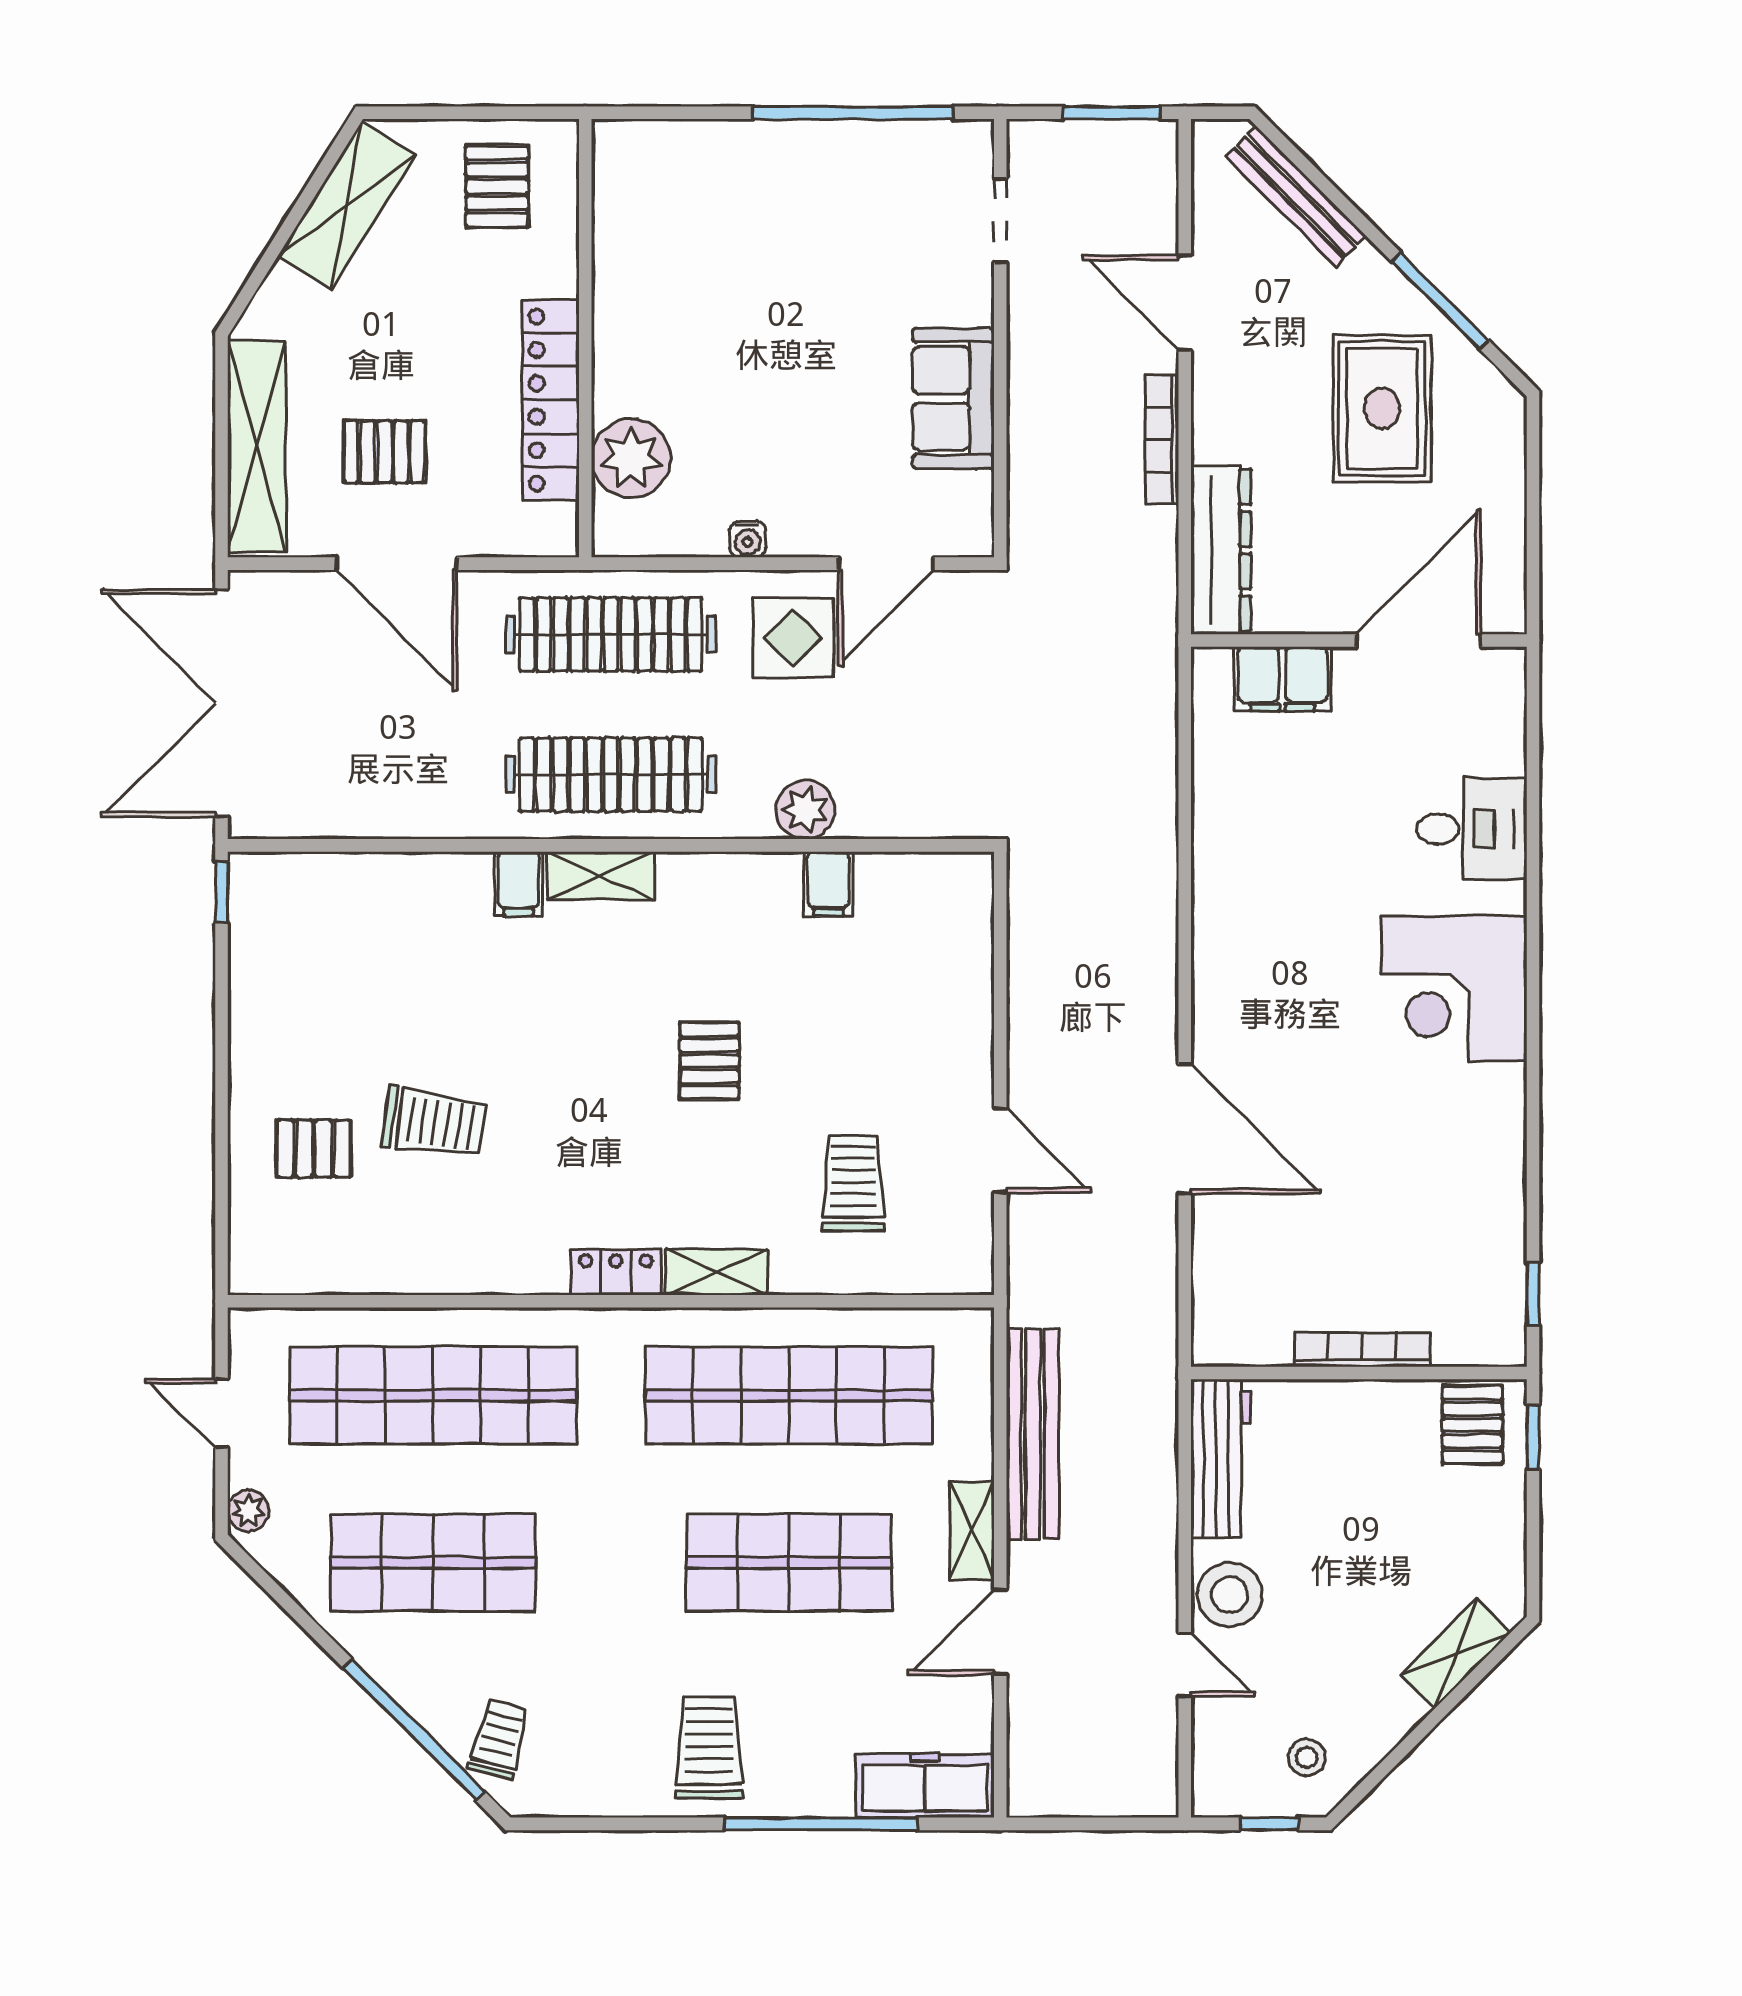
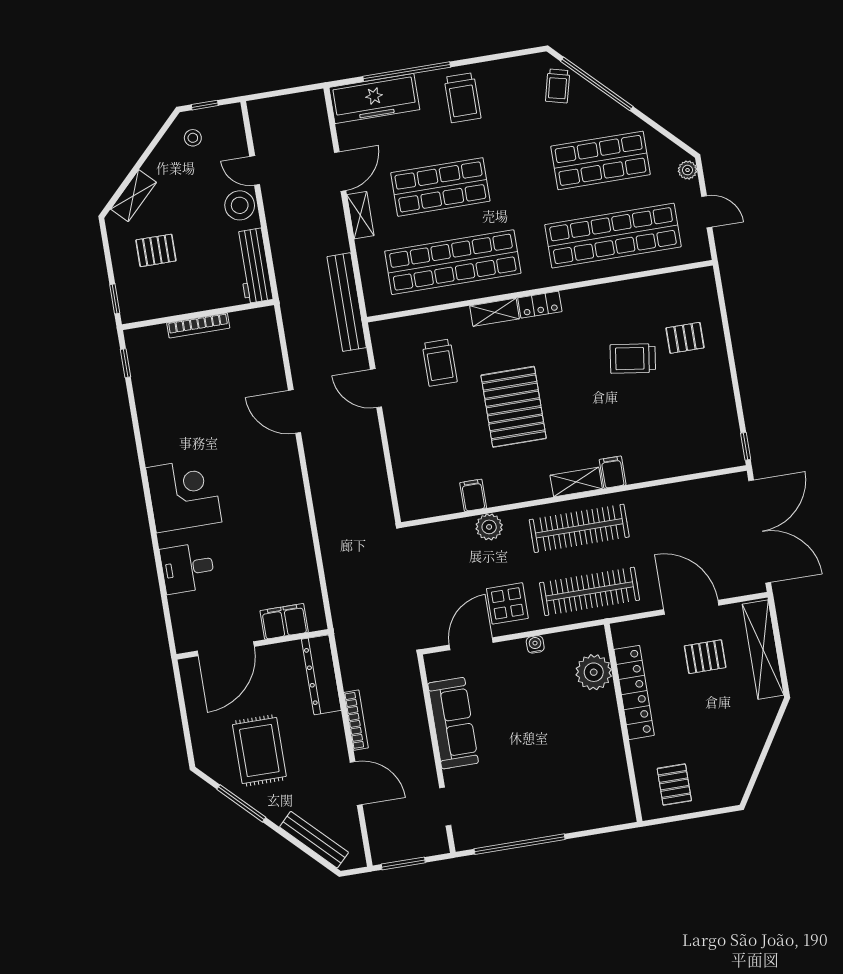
shelving: (346, 205) -> (741, 765), removed
sofa: (953, 398) -> (453, 723), width x1.36
pallet: (709, 1061) -> (514, 407), width x2.05, depth x2.00
door: (1185, 1129) -> (295, 412), width x0.73
pallet: (1472, 1425) -> (156, 250), moved, turned 90
bench: (1033, 1434) -> (347, 302), moved
freezer: (925, 1786) -> (374, 99), width x1.36, depth x1.26

